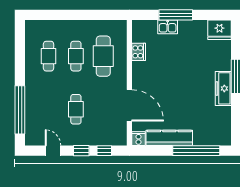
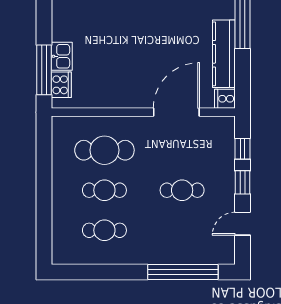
window: (176, 15) -> (44, 70), moved
cooker: (139, 52) -> (61, 85), moved, turned 90

